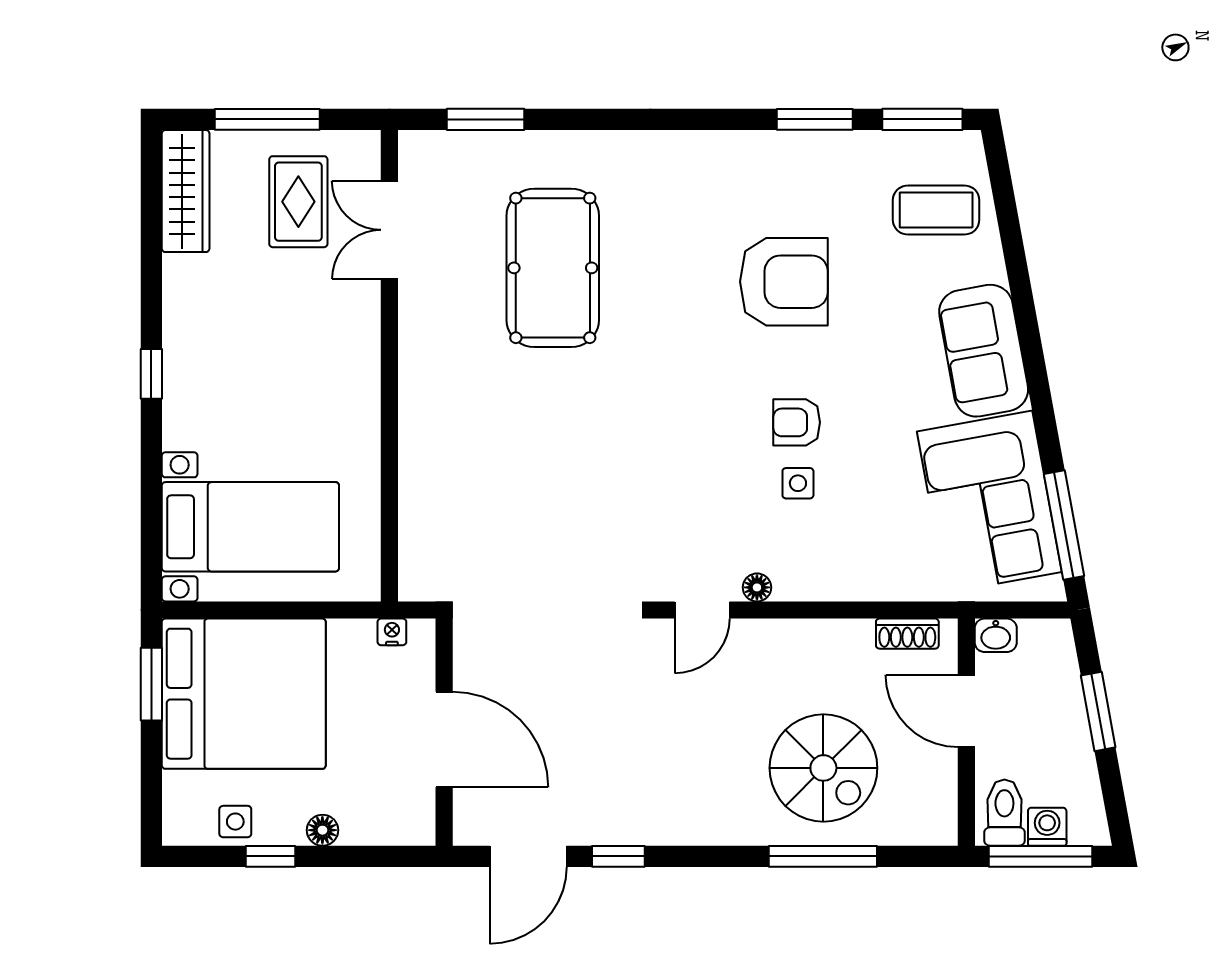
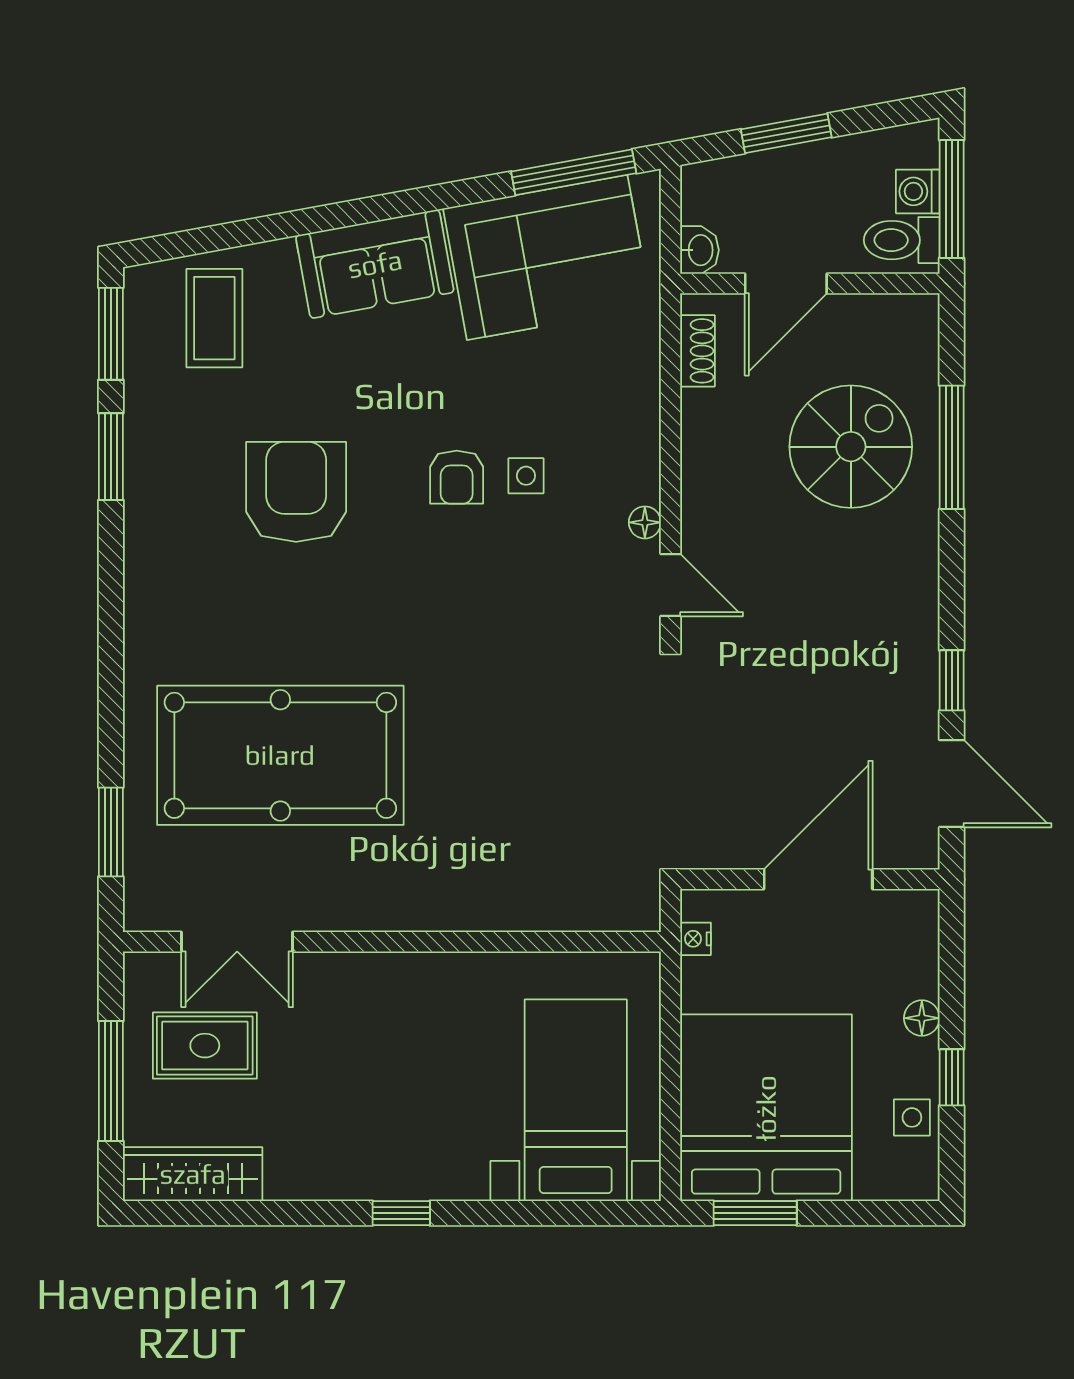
pool table: (553, 268) -> (280, 755), width x1.36, depth x1.32

